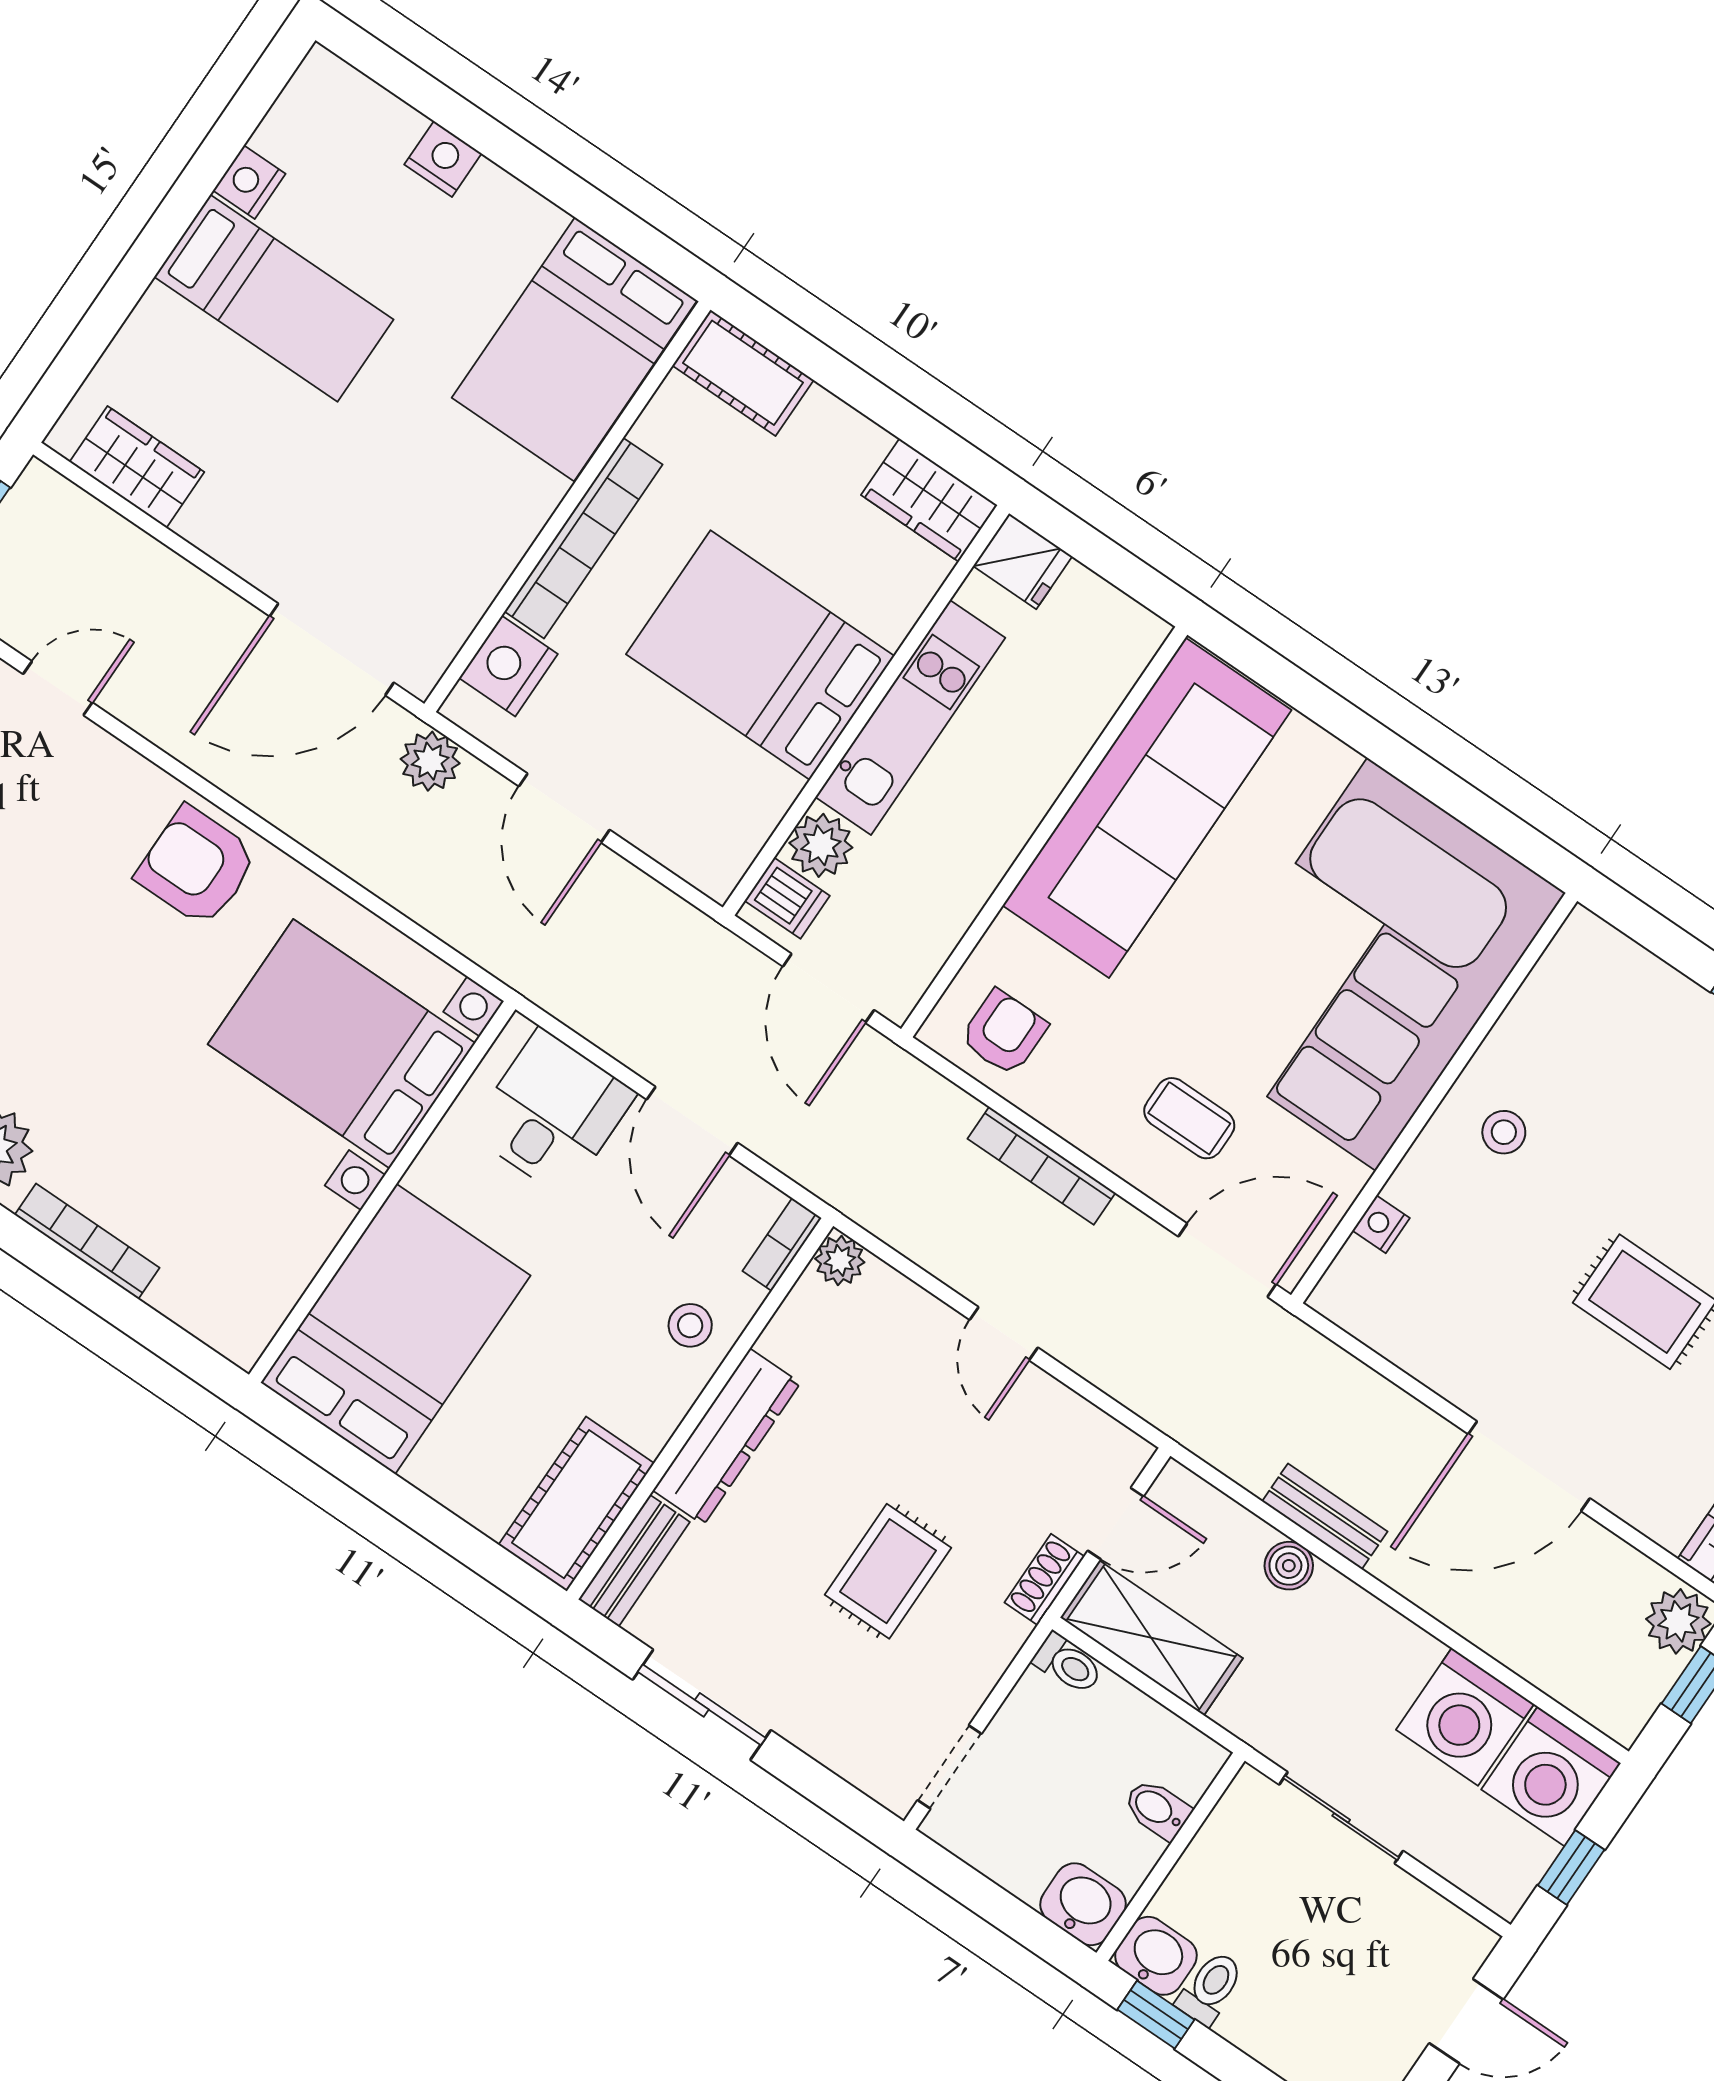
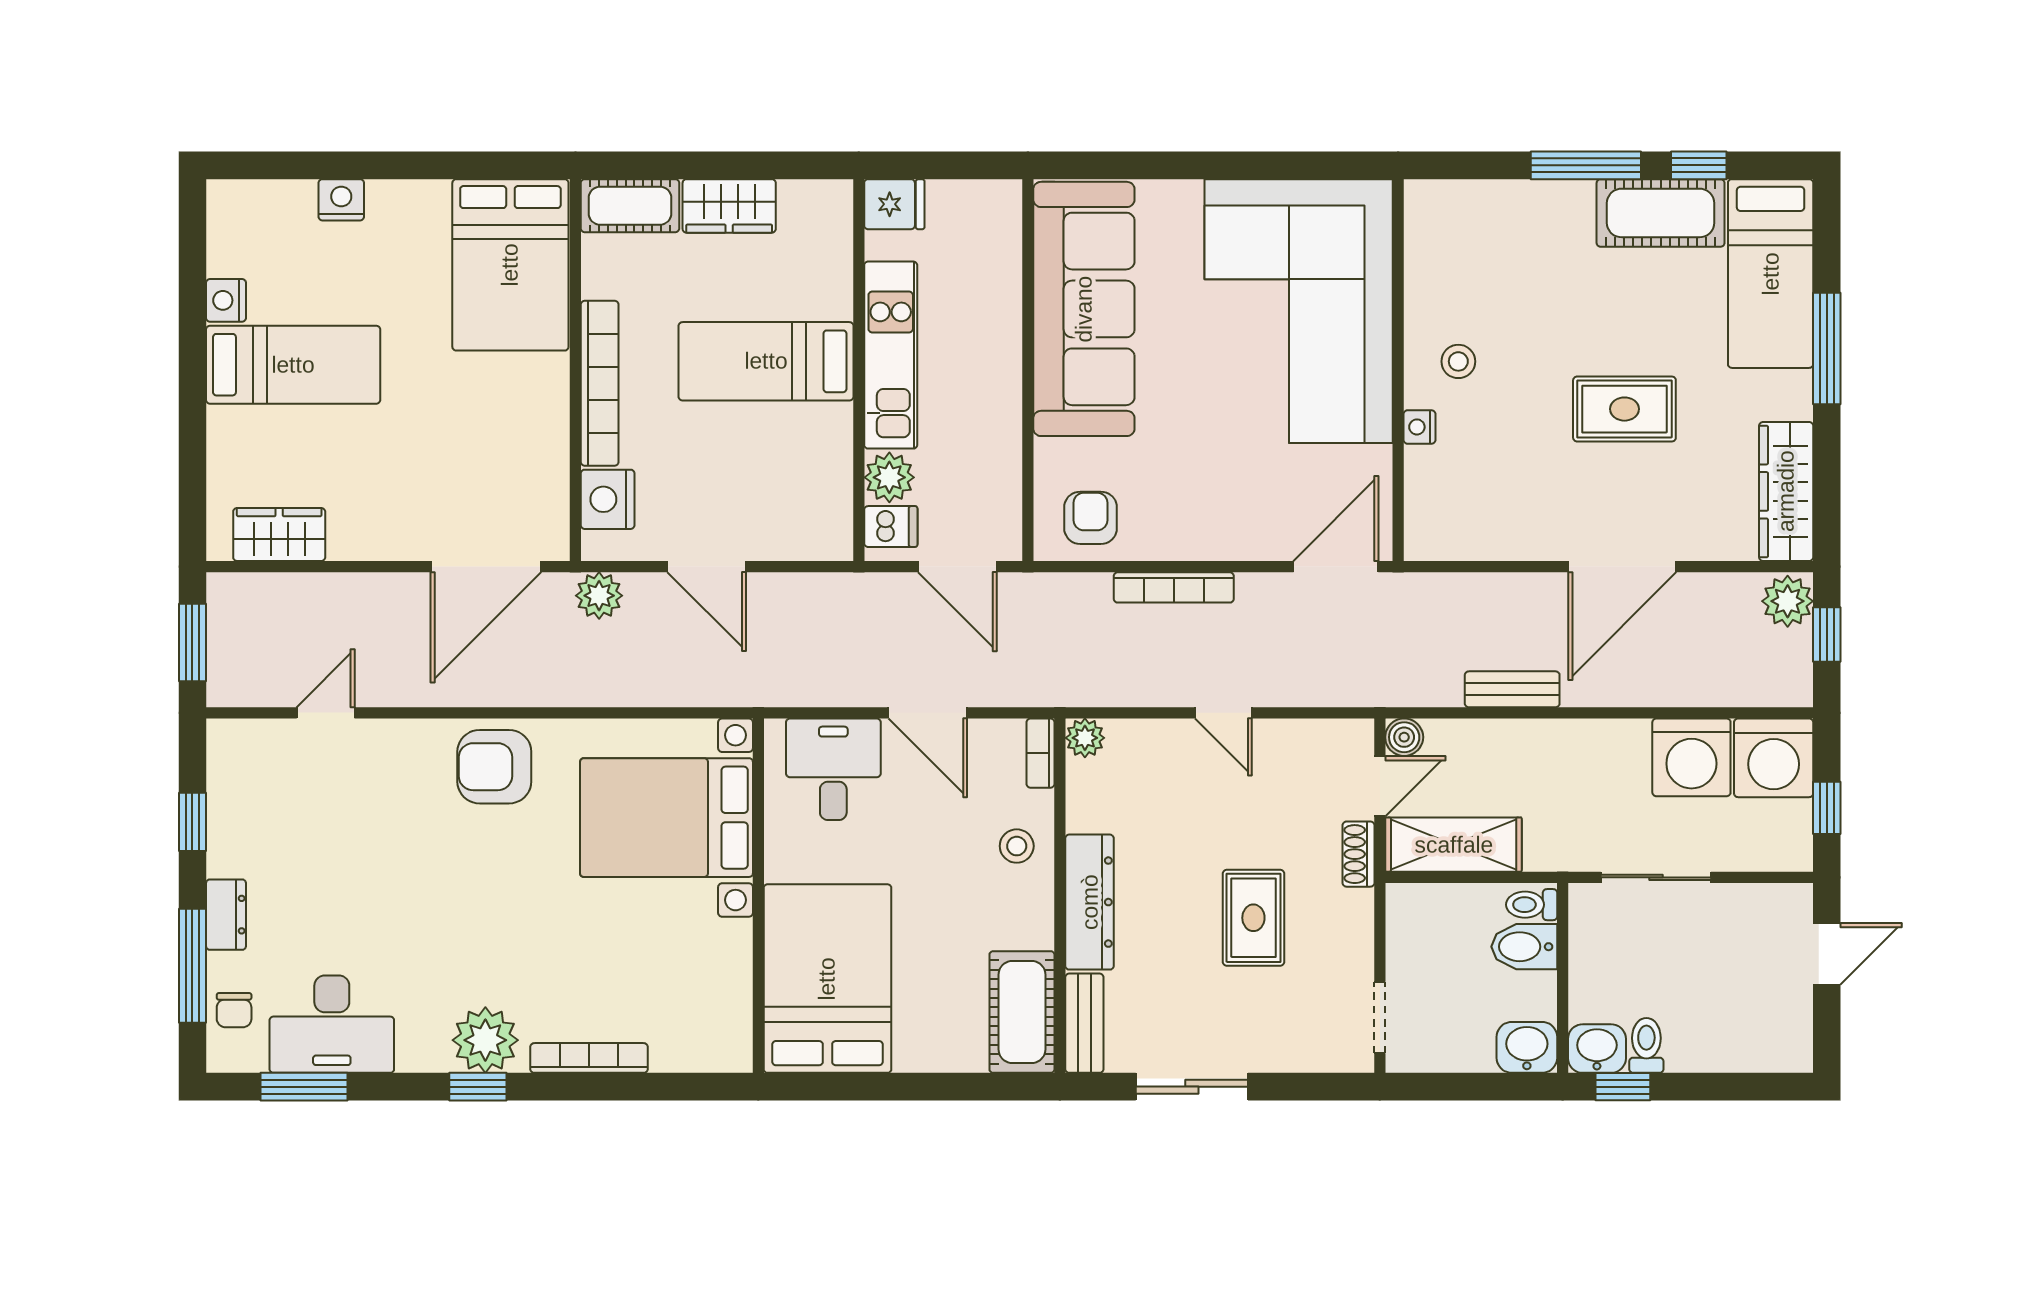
wardrobe: (929, 500) -> (729, 206), moved
bed: (760, 655) -> (766, 361), width x0.67
coffee table: (1189, 1118) -> (1248, 491), removed
nightstand: (1381, 1224) -> (1419, 427), moved
boiler: (1289, 1566) -> (1404, 737), moved
toilet: (1068, 1664) -> (1532, 905), moved, turned 180
bidet: (1157, 1809) -> (1524, 947), width x1.38, depth x1.36

